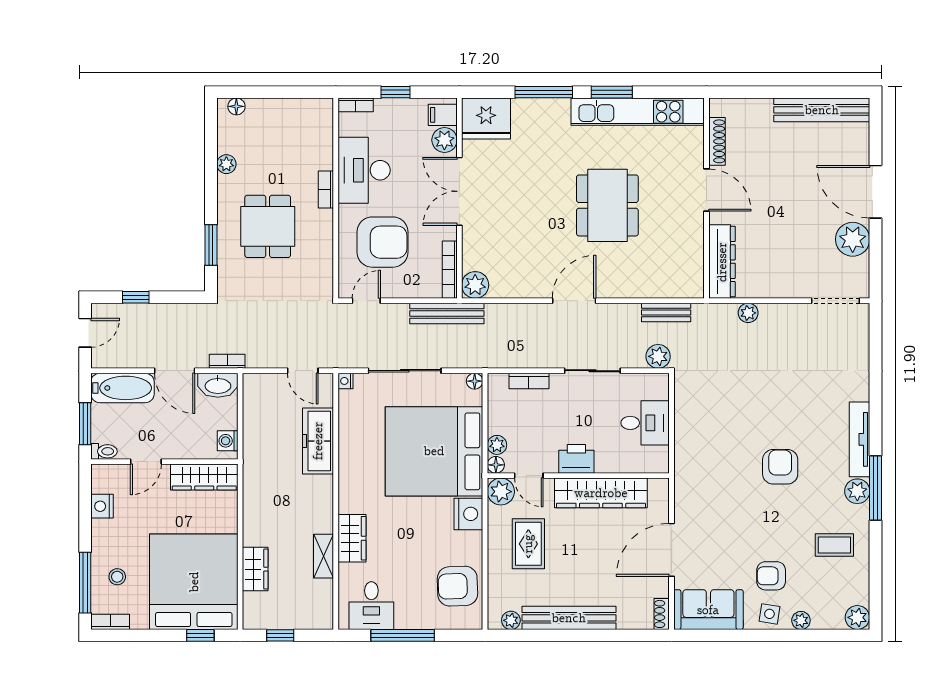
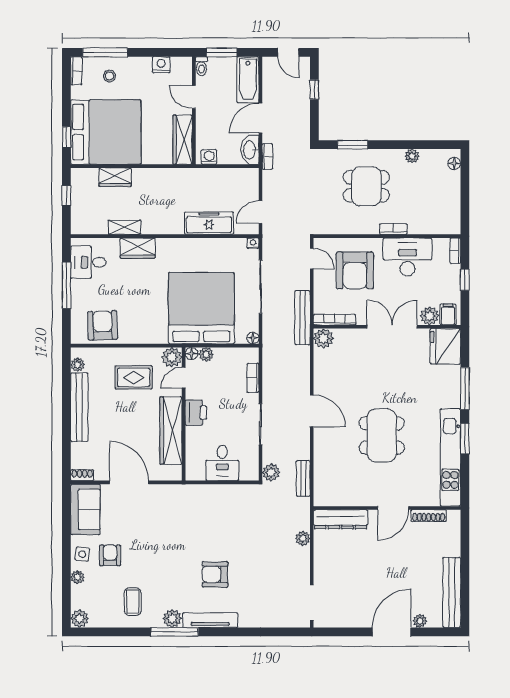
dining table: (607, 205) -> (382, 435), turned 90
plant: (853, 239) -> (420, 621), moved, width x0.53, depth x0.53
armchair: (780, 467) -> (215, 574), moved, turned 180
nightstand: (468, 514) -> (156, 333), removed

